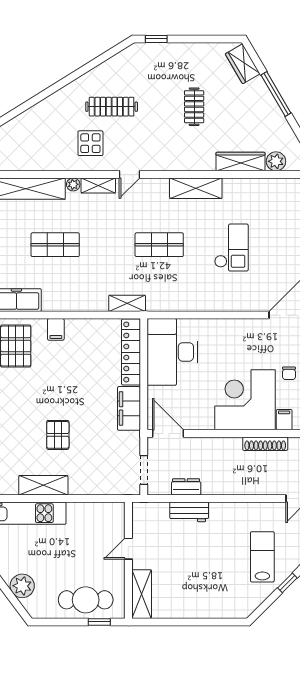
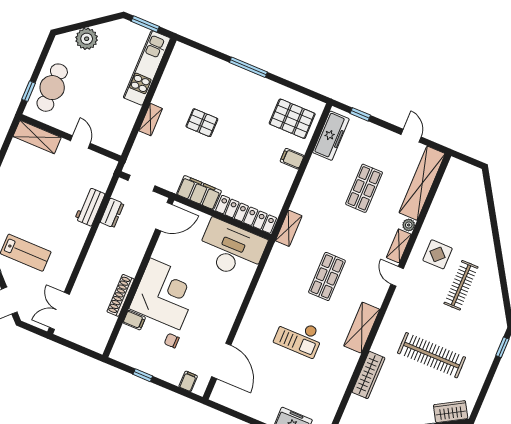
clothes rail: (194, 107) -> (432, 355), width x1.86, depth x1.31
plant: (276, 161) -> (356, 405), removed
shelving: (43, 485) -> (151, 120), moved, width x0.67, depth x0.75

